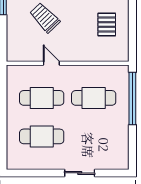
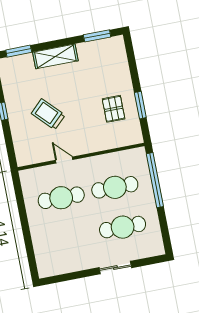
window: (132, 26) -> (140, 105), added
cafe table: (42, 136) -> (123, 227), moved

